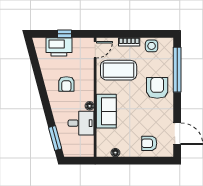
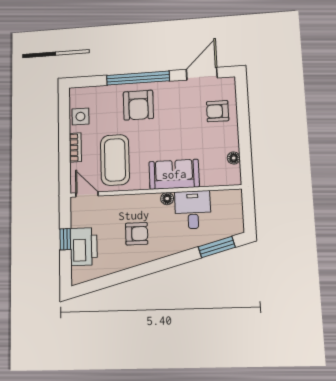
window: (177, 70) -> (138, 78), moved
armchair: (157, 88) -> (138, 105), turned -90
armchair: (149, 143) -> (218, 111), turned 90

